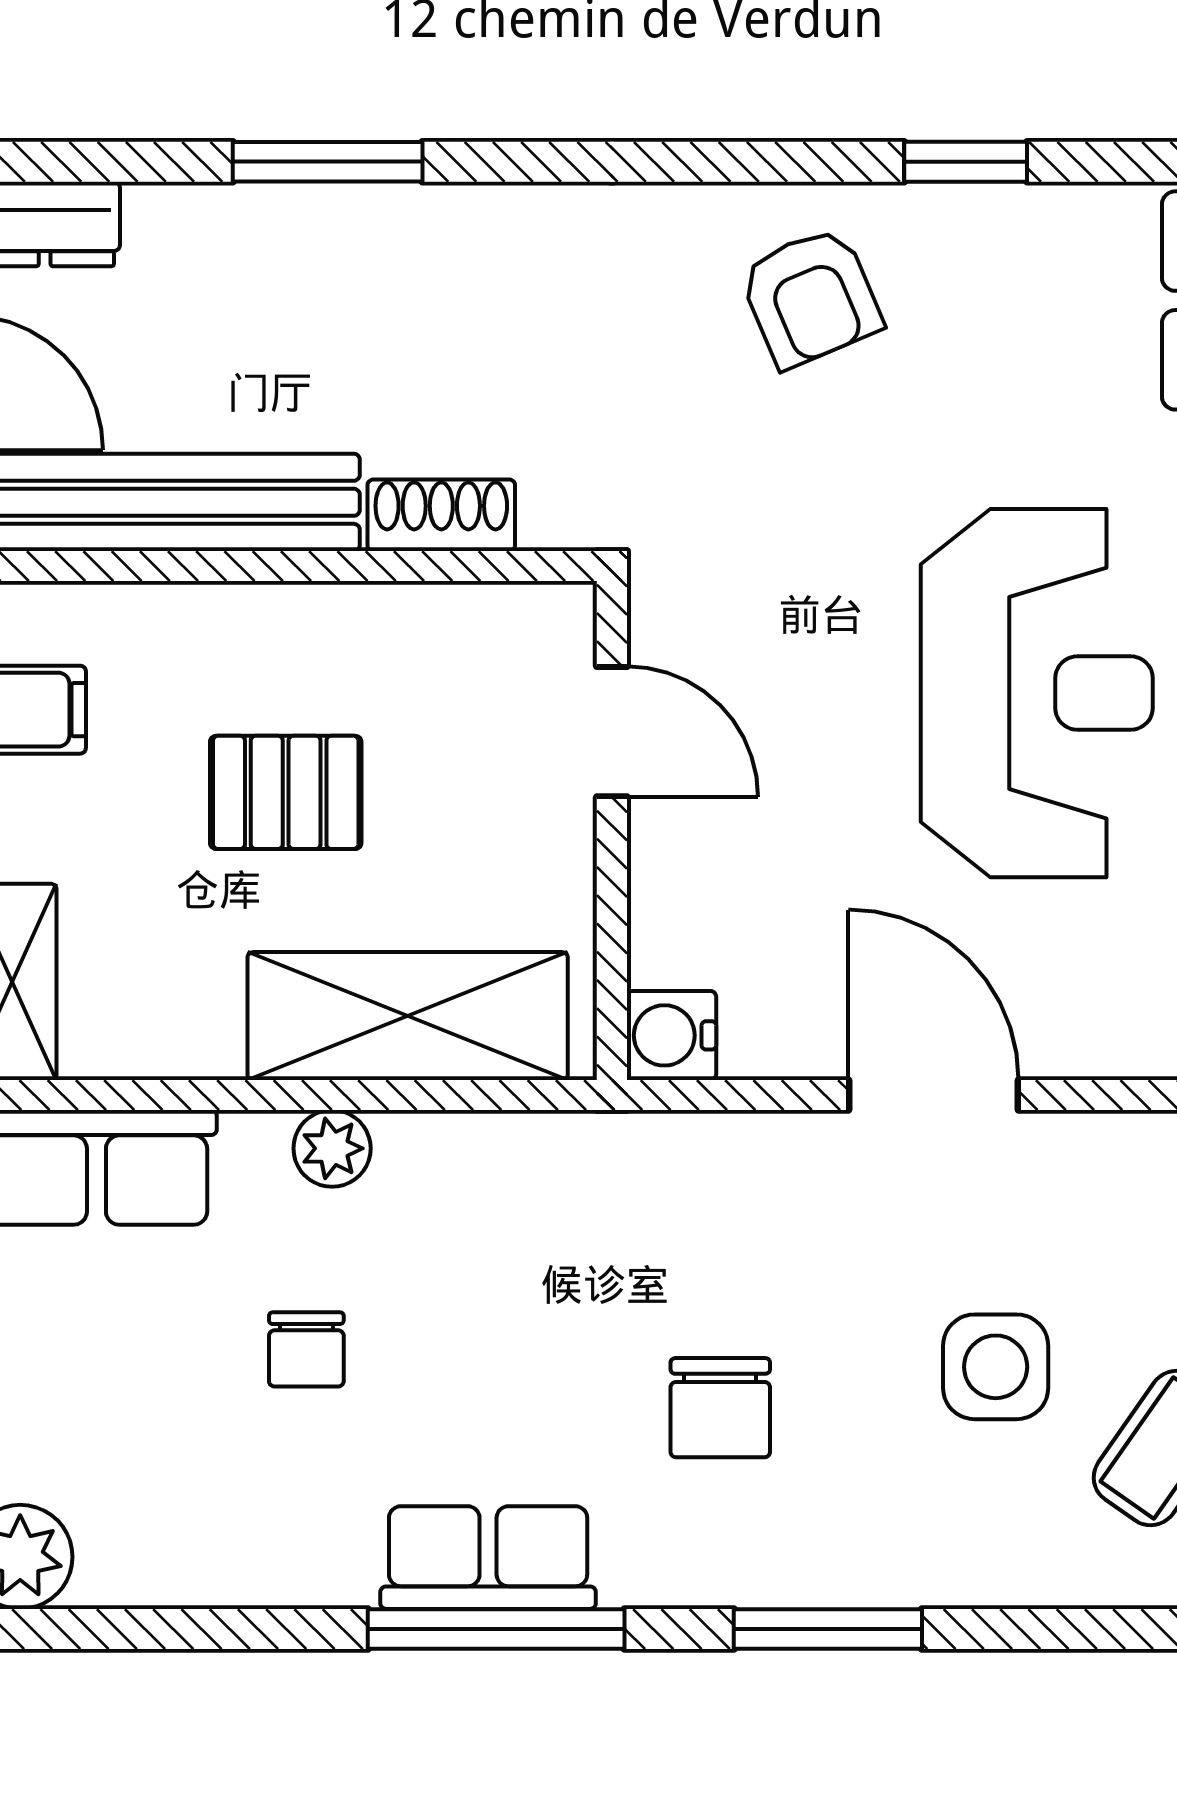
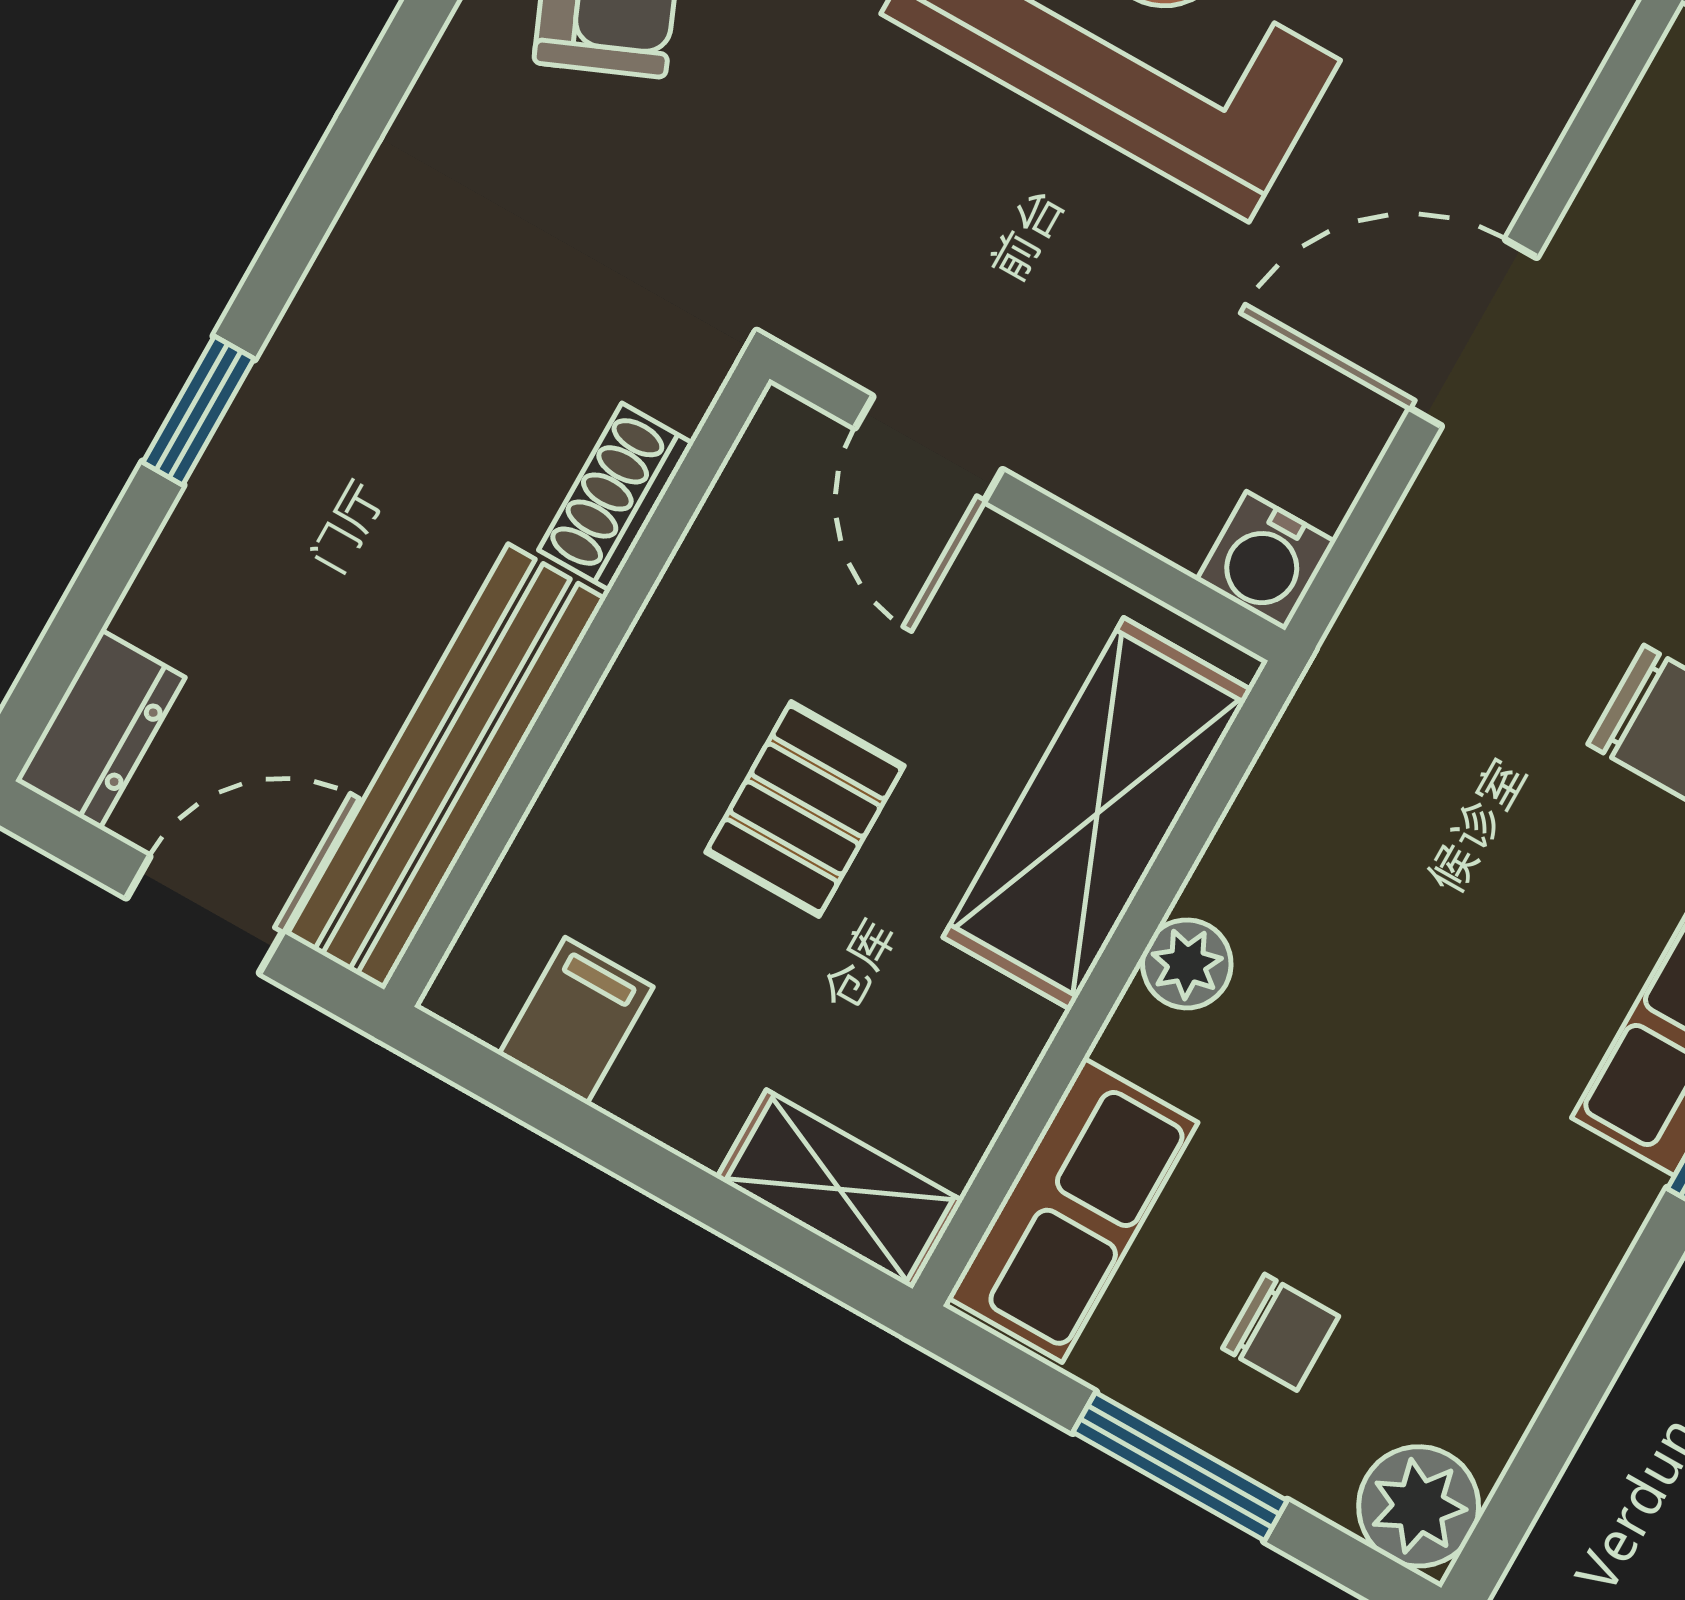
window: (328, 162) -> (198, 411), width x0.67
door: (612, 732) -> (929, 449), swing flipped
chair: (306, 1349) -> (1281, 1332), moved

